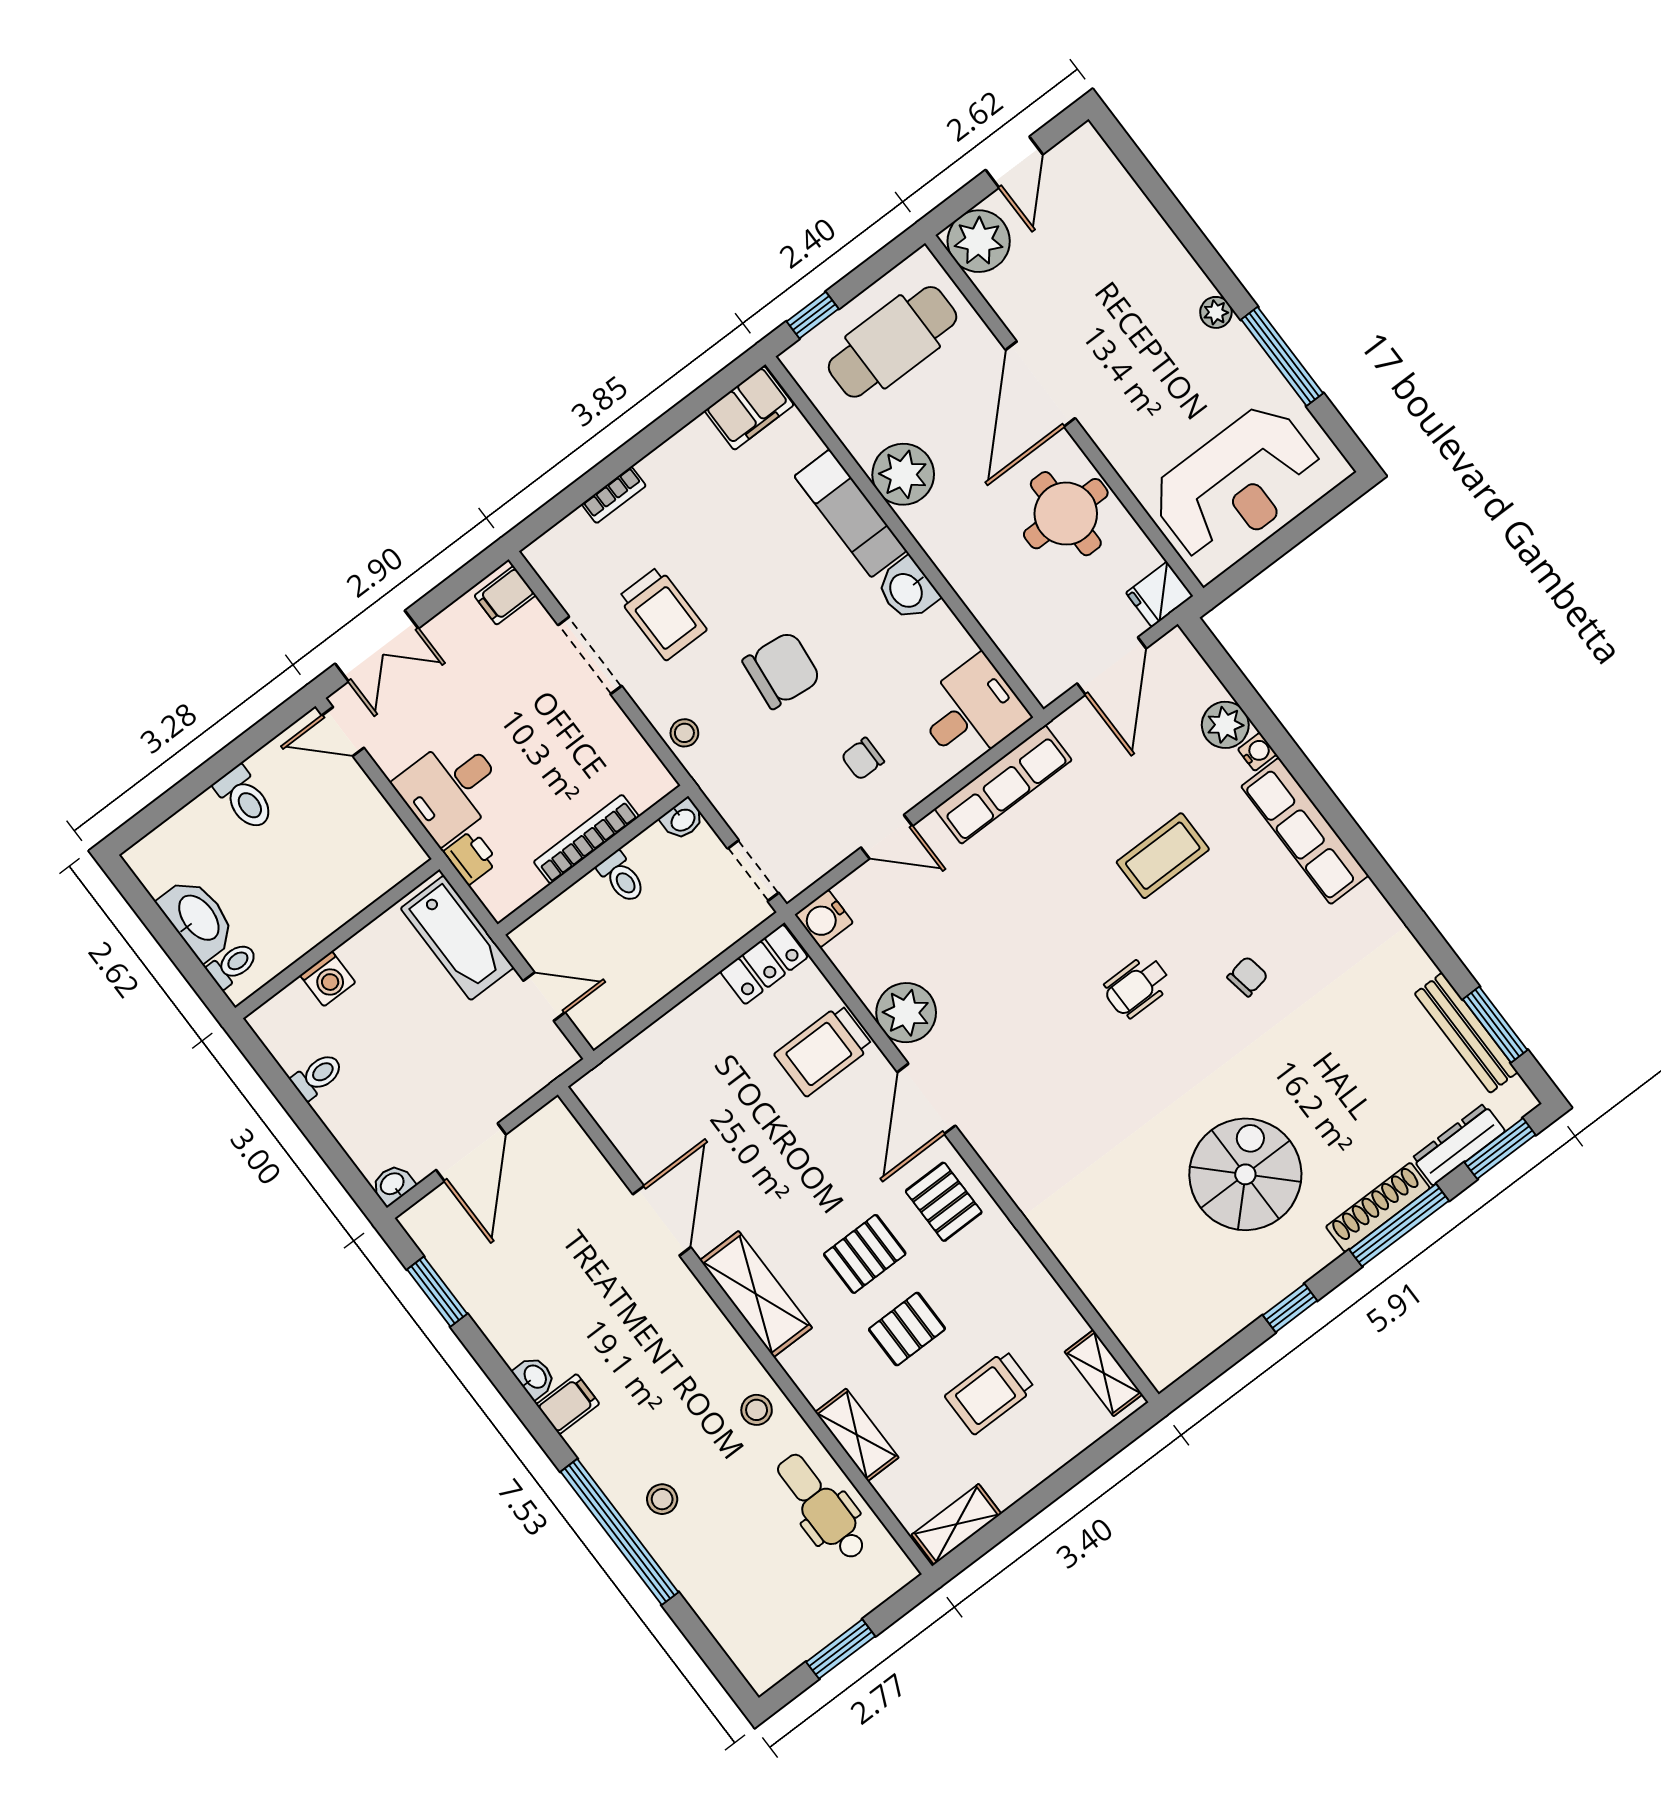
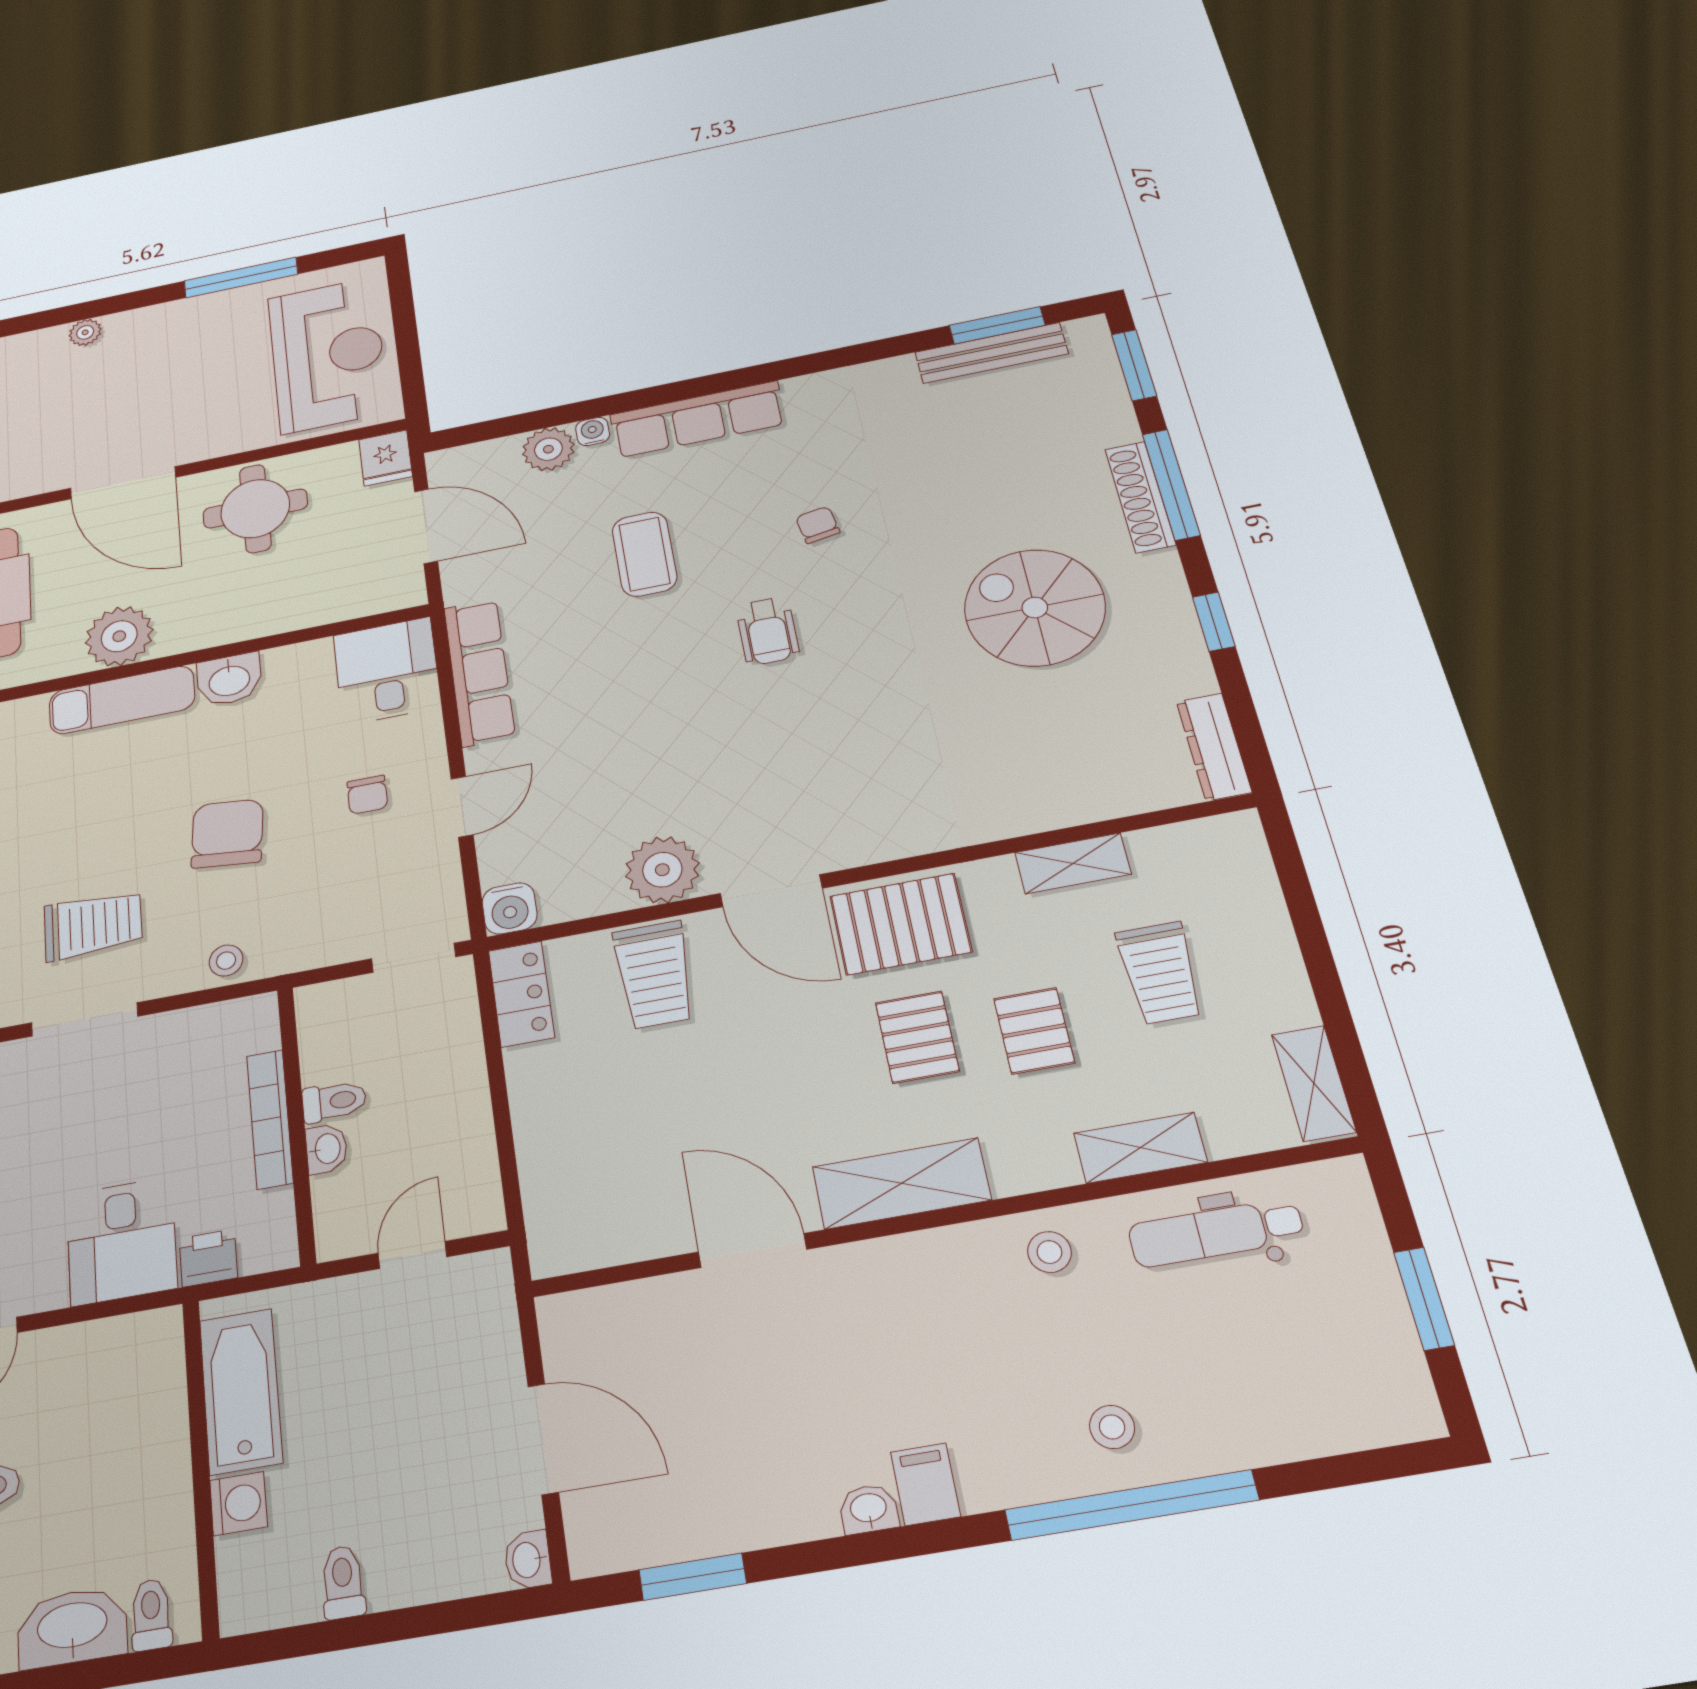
plant: (1216, 312) -> (85, 332), moved
washbasin: (682, 819) -> (327, 1149), moved
bathtub: (457, 938) -> (241, 1391), moved, turned -90
dresser: (1459, 1145) -> (1214, 747), moved
pallet: (944, 1202) -> (901, 924), width x1.50, depth x1.42
shelving: (1104, 1373) -> (1073, 863), moved

